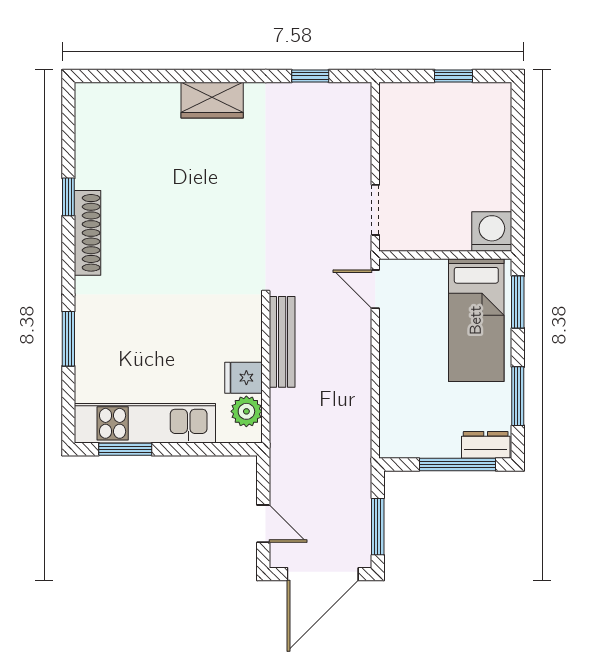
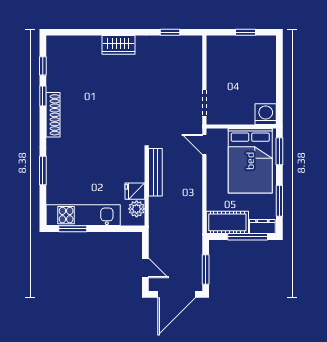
window: (68, 140) -> (43, 66), added
bed: (476, 320) -> (250, 161), width x1.50
cot: (419, 437) -> (227, 222), added

